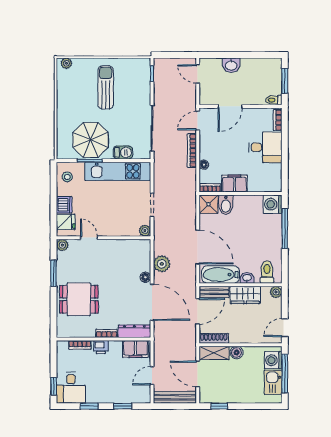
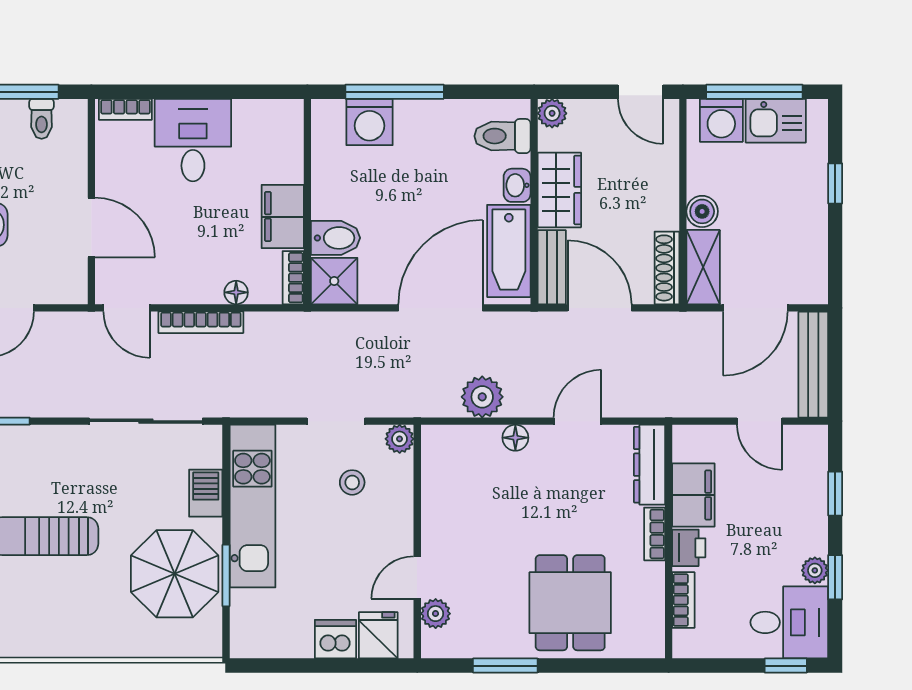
toilet: (274, 100) -> (42, 119), moved
stool: (67, 177) -> (352, 482), moved
washing machine: (273, 204) -> (370, 122), moved
plant: (62, 245) -> (436, 614), moved
door: (152, 302) -> (578, 421), width x0.53
filing cabinet: (135, 349) -> (693, 495), moved
plant: (92, 398) -> (815, 570), added
window: (219, 406) -> (835, 183), moved

